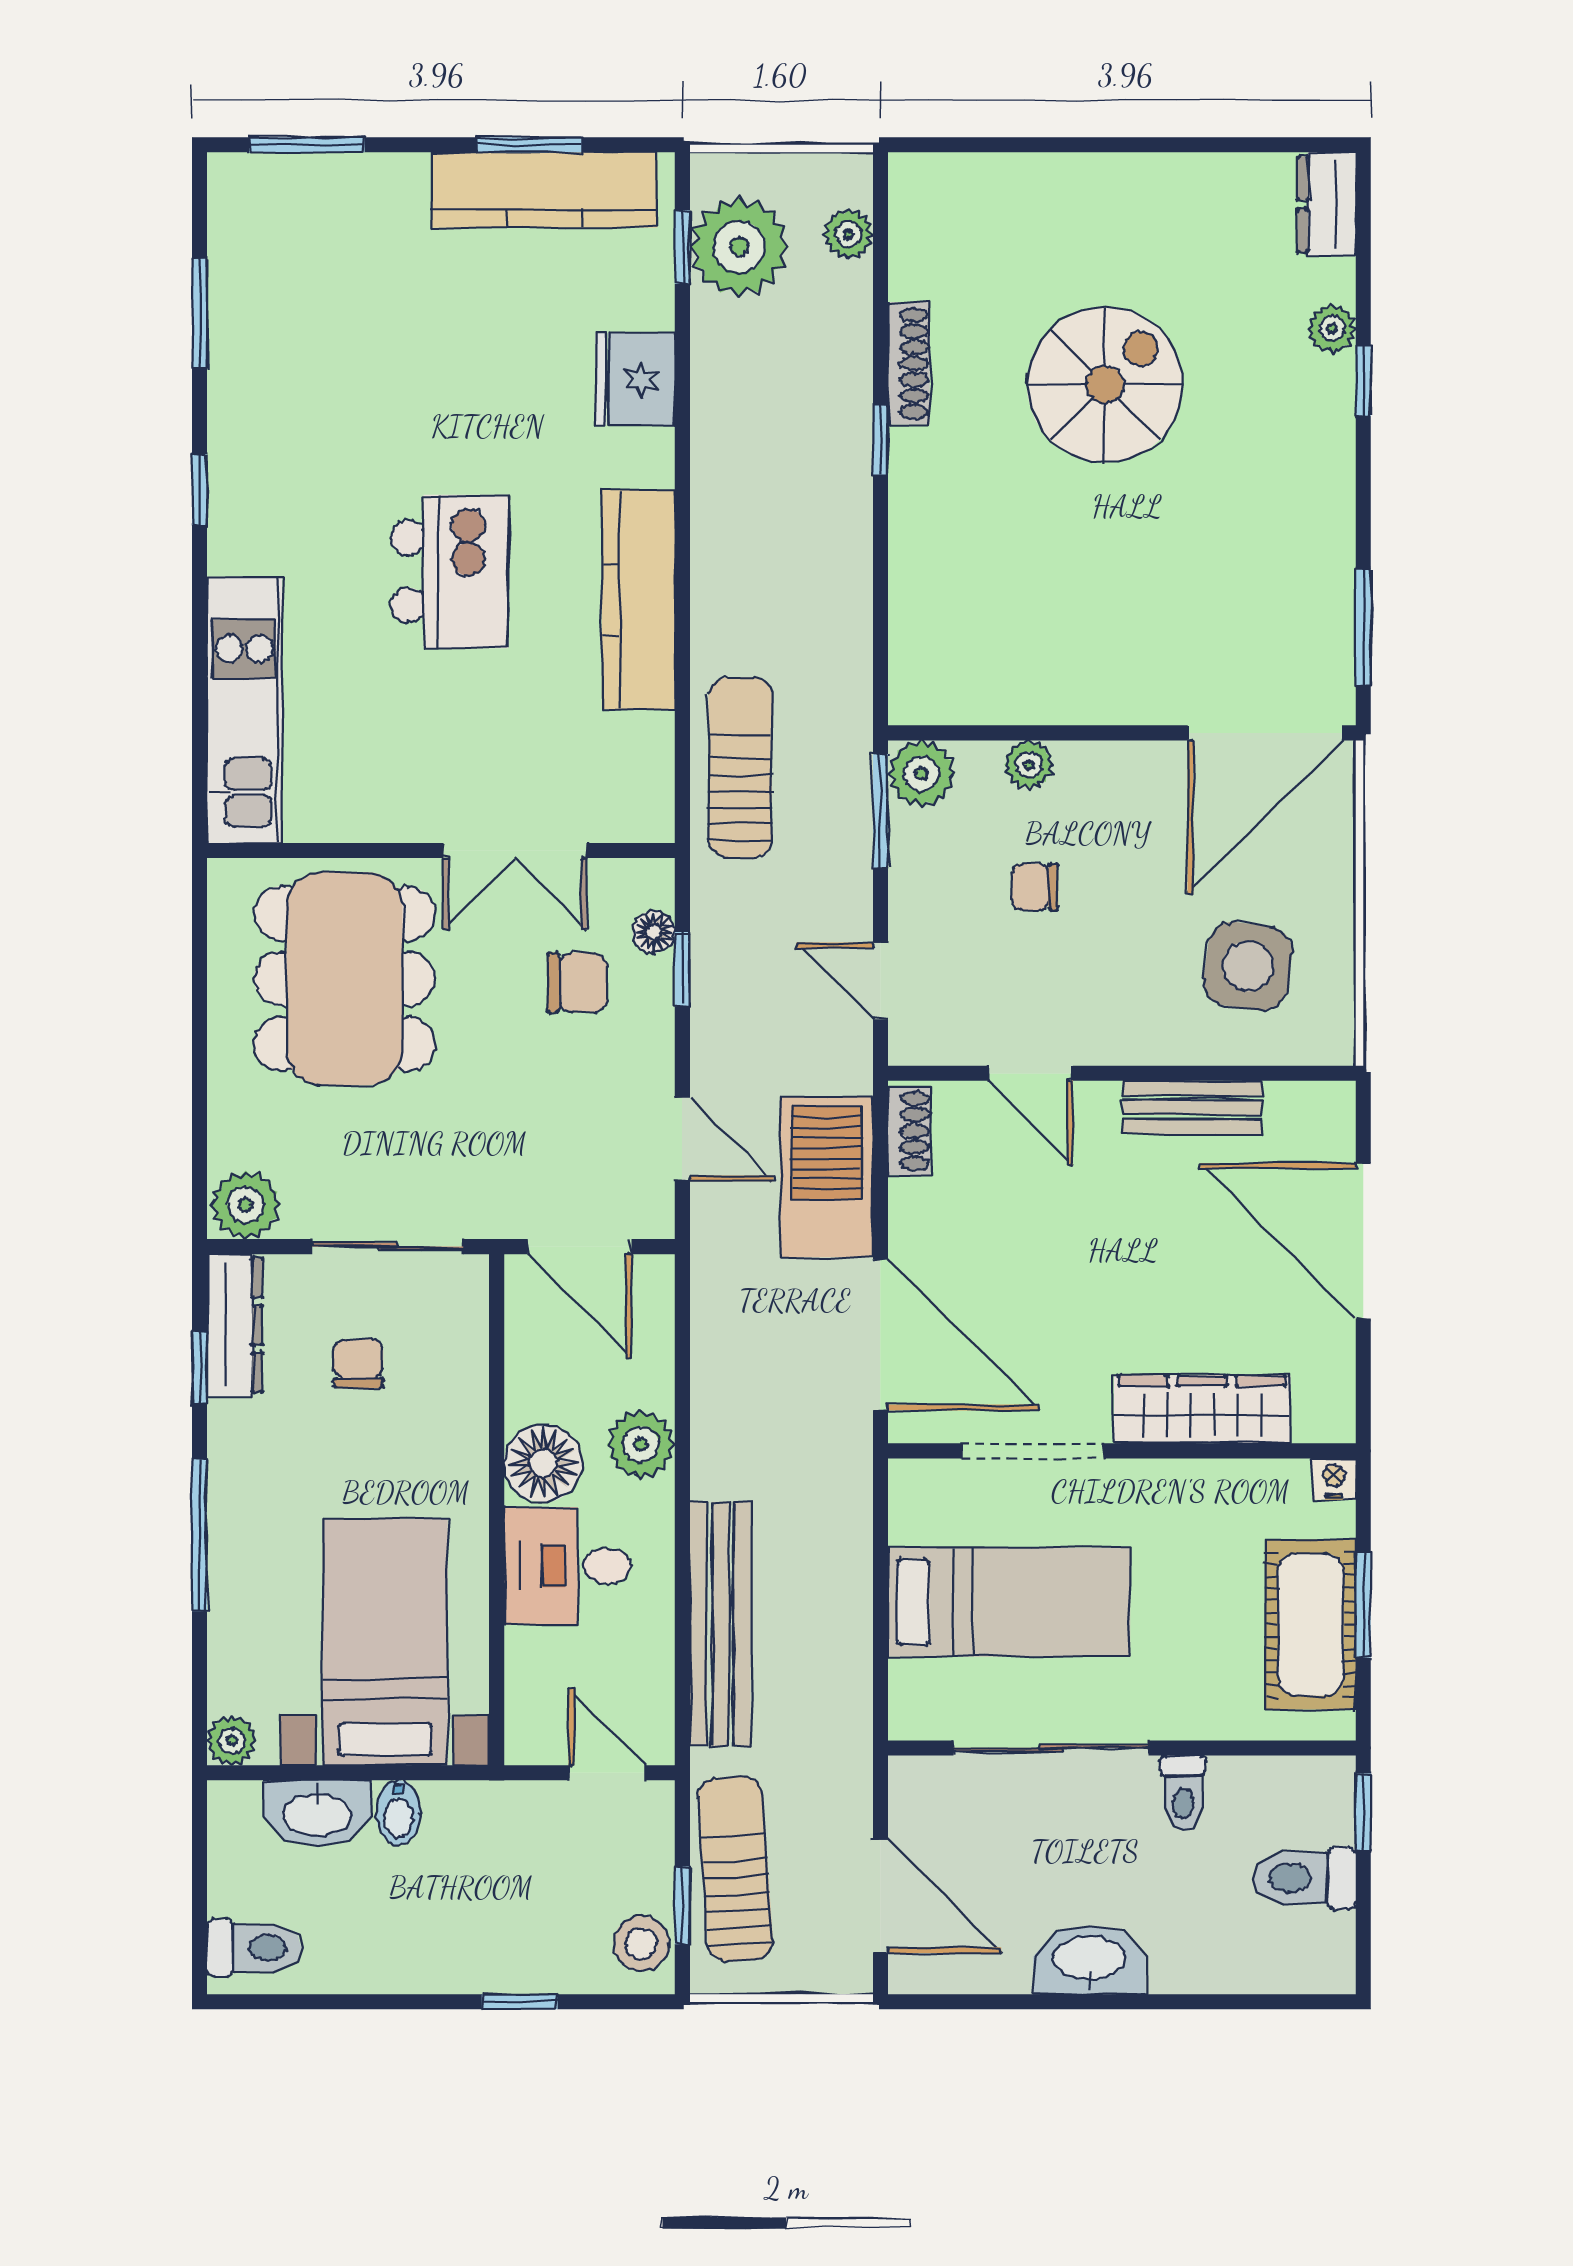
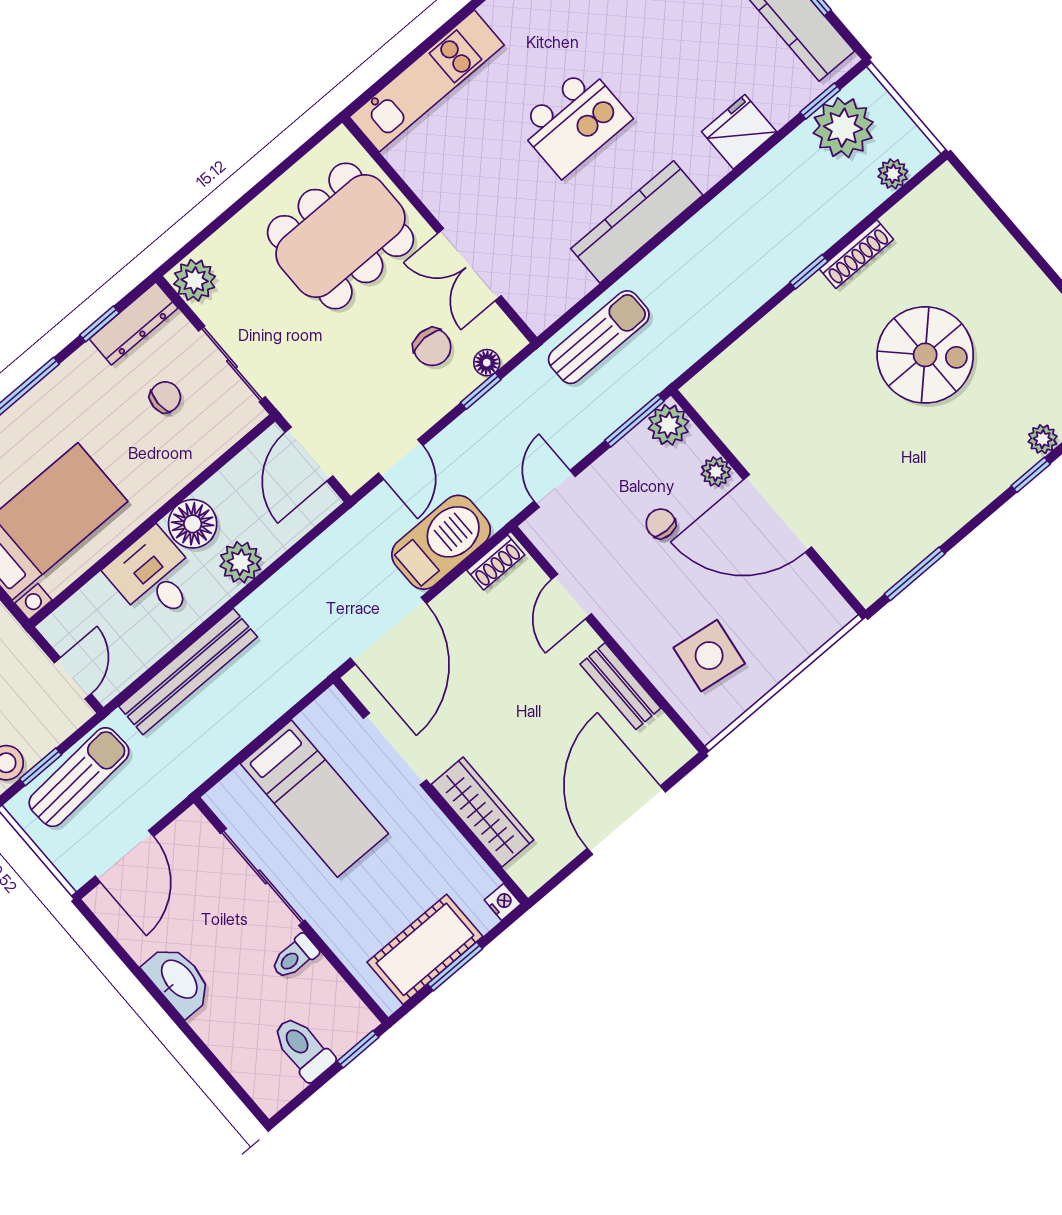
door: (1265, 733) -> (777, 513), moved

